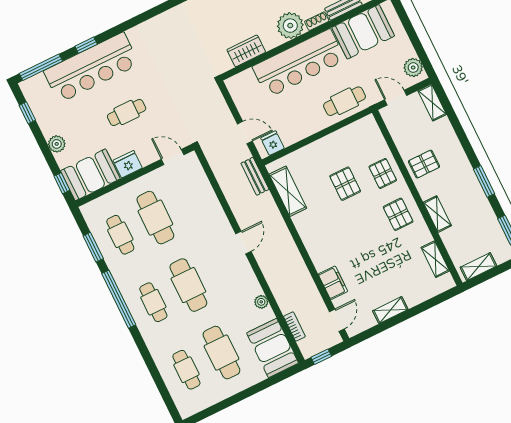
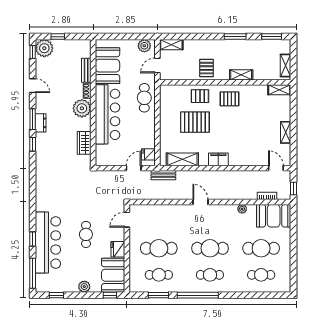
pallet: (345, 184) -> (195, 122), width x1.50, depth x1.42
shelving: (435, 259) -> (279, 90), moved
filing cabinet: (333, 283) -> (218, 159), moved

